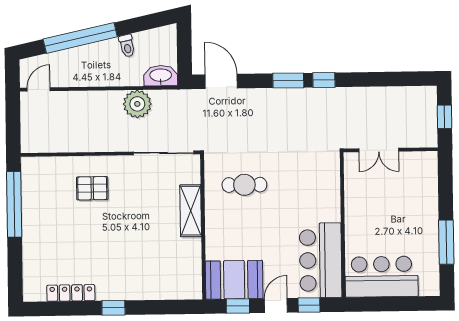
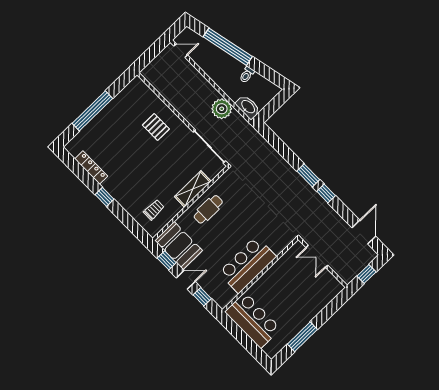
door: (221, 81) -> (364, 232), moved
cafe table: (244, 185) -> (208, 209), moved, turned 90
window: (14, 204) -> (92, 111), moved
bar counter: (321, 260) -> (247, 265), moved
trolley: (174, 270) -> (154, 210), added

